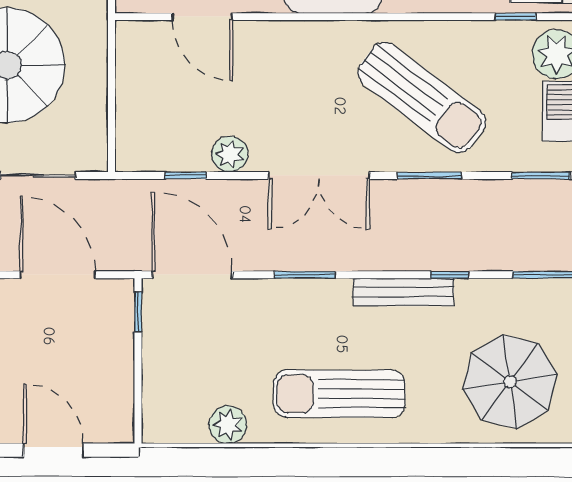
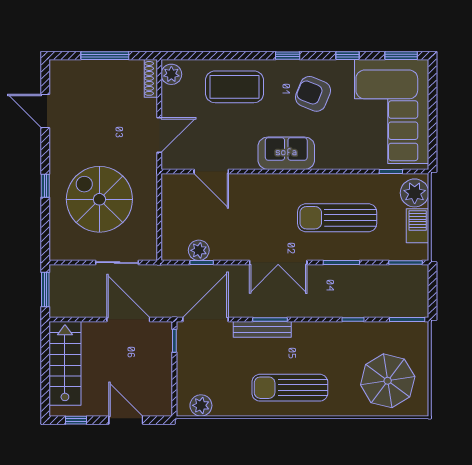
sun lounger: (422, 97) -> (337, 218), turned 143
plant: (230, 154) -> (199, 250), moved
door: (192, 275) -> (205, 319), hinge flipped
bench: (403, 292) -> (262, 329), moved
plant: (228, 425) -> (201, 405), moved

